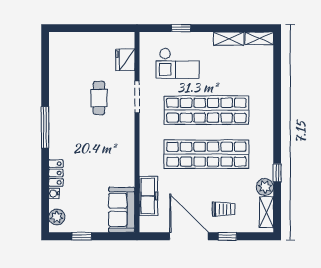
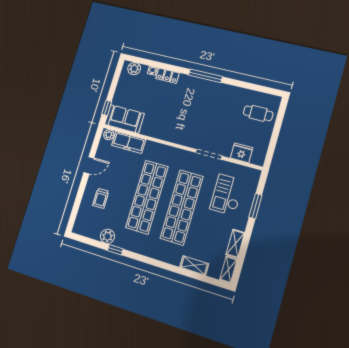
window: (181, 28) -> (255, 206), width x1.50
cafe table: (99, 98) -> (258, 113), moved
shelving: (266, 212) -> (194, 265), moved
plant: (146, 223) -> (109, 135), added
window: (82, 236) -> (107, 108), moved
door: (189, 236) -> (89, 165), width x0.53
window: (227, 236) -> (80, 195), removed

